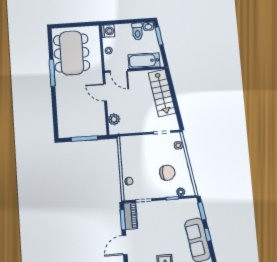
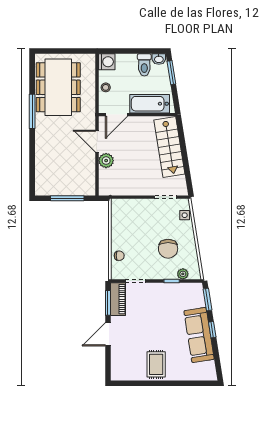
door: (119, 71) -> (117, 115), hinge flipped
plant: (114, 119) -> (106, 161), moved
chair: (167, 173) -> (168, 249), turned 92

